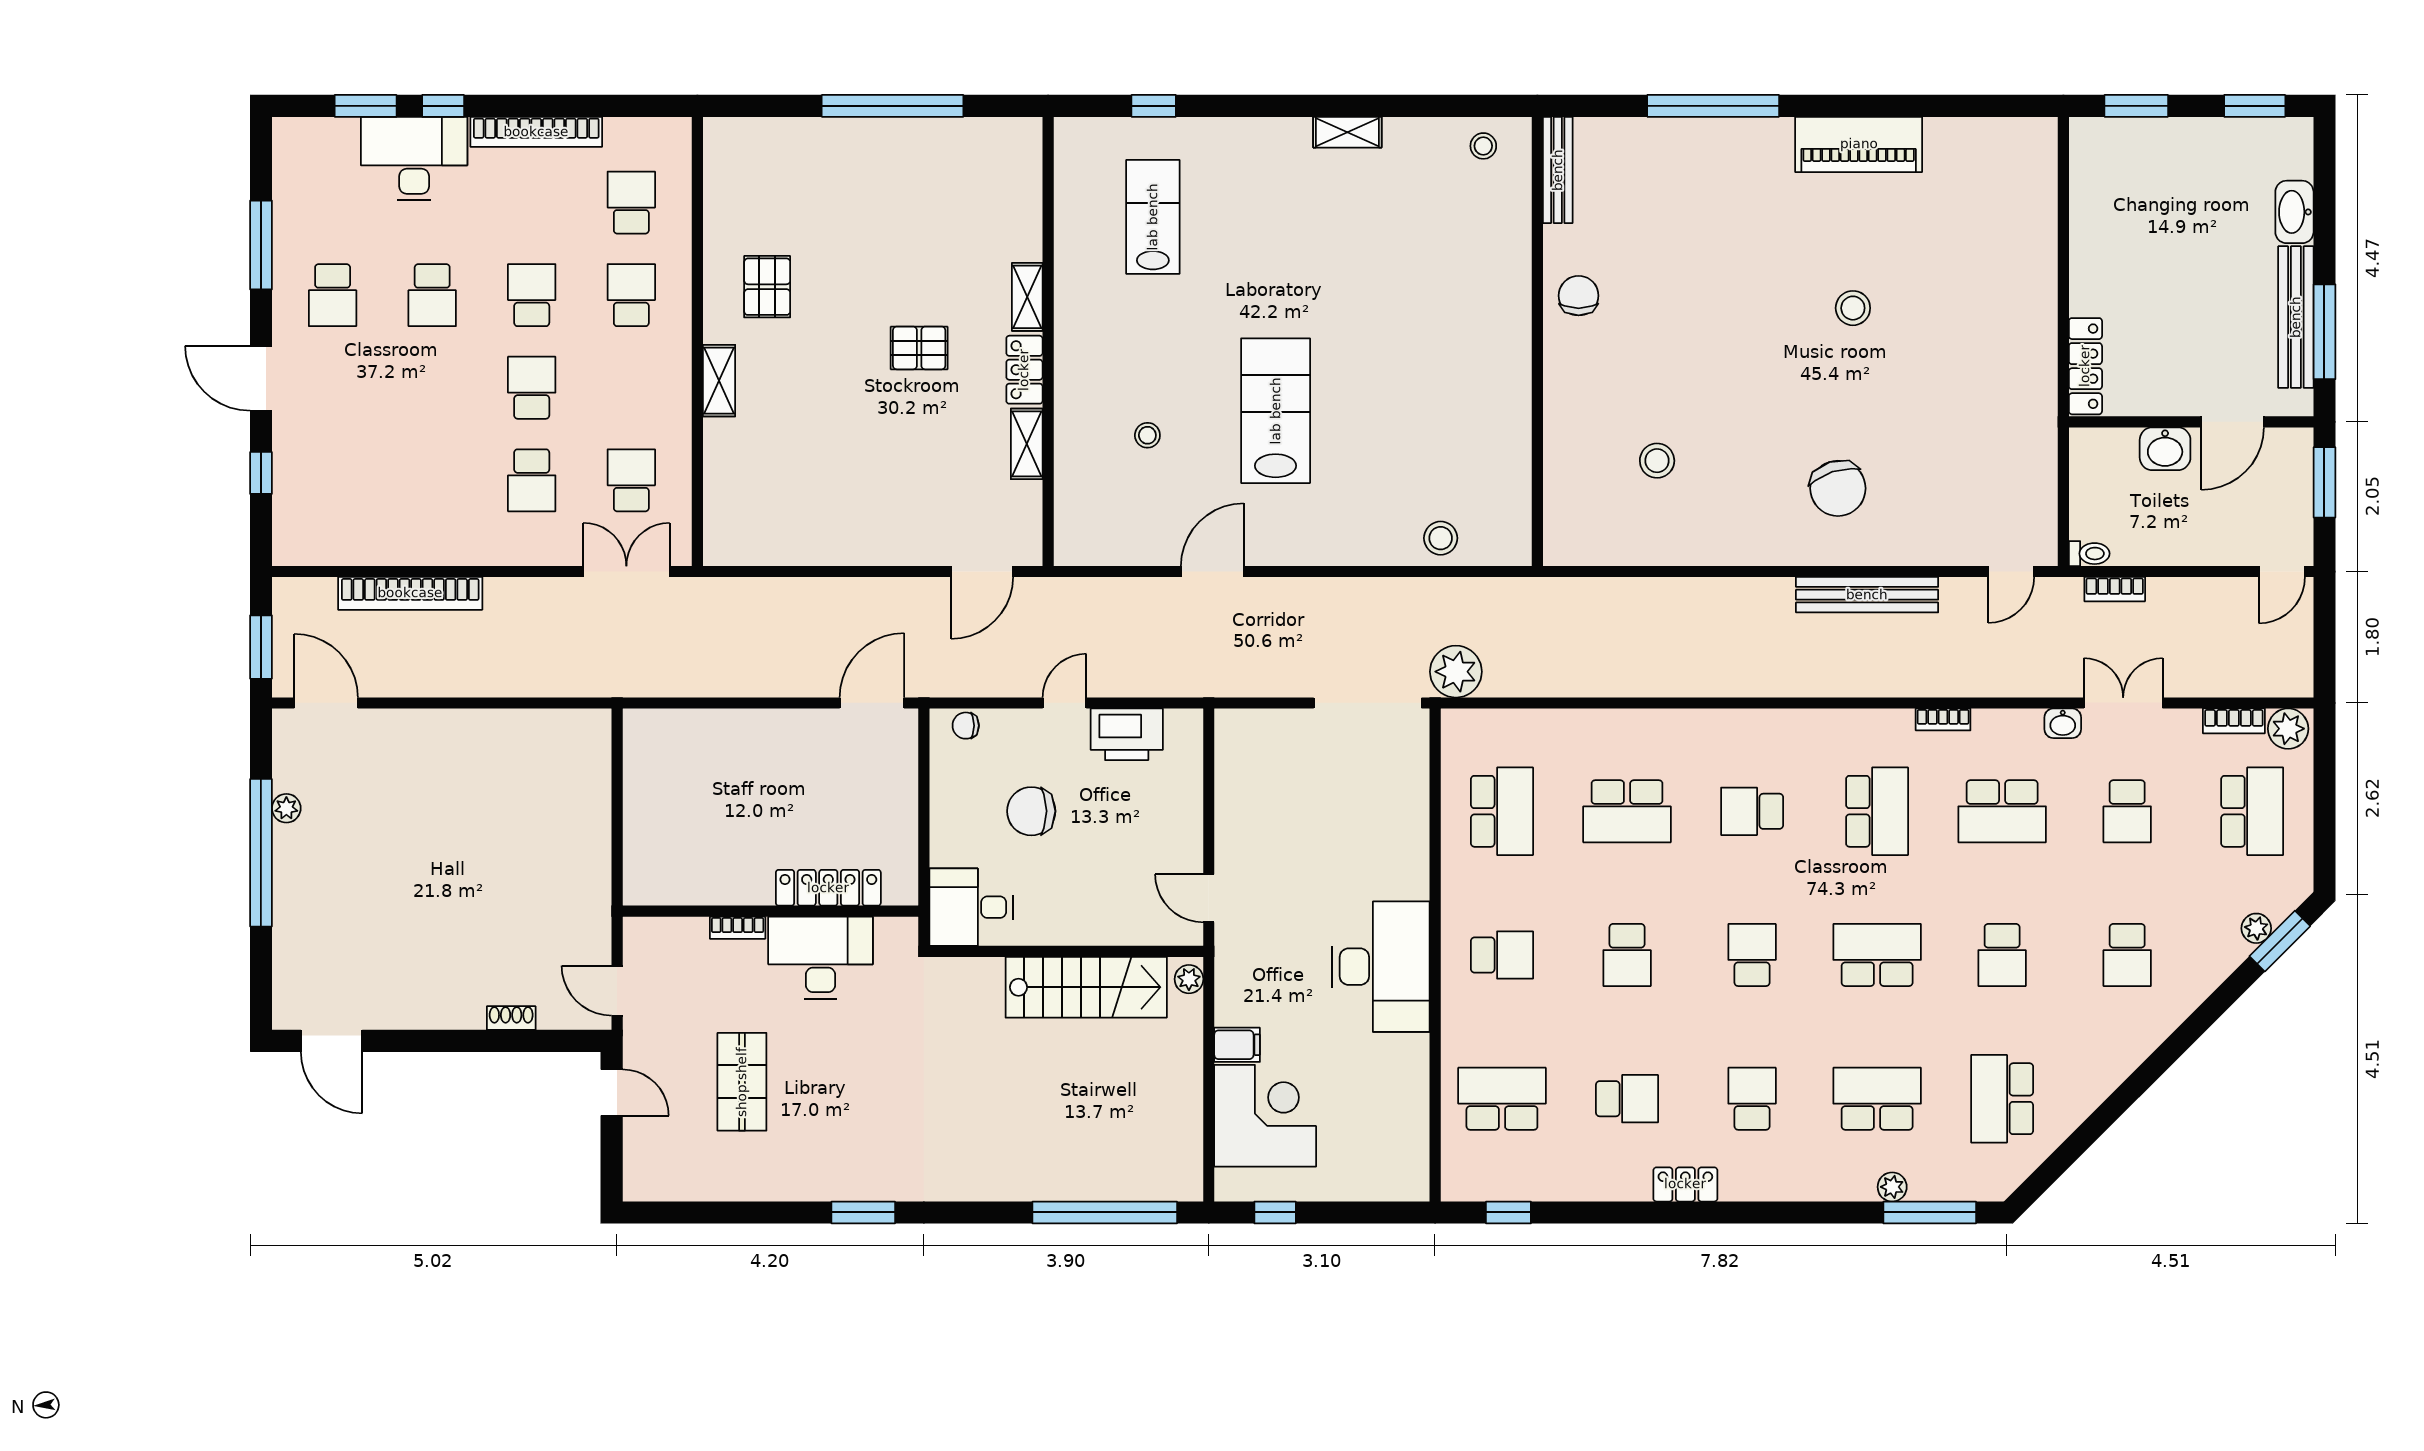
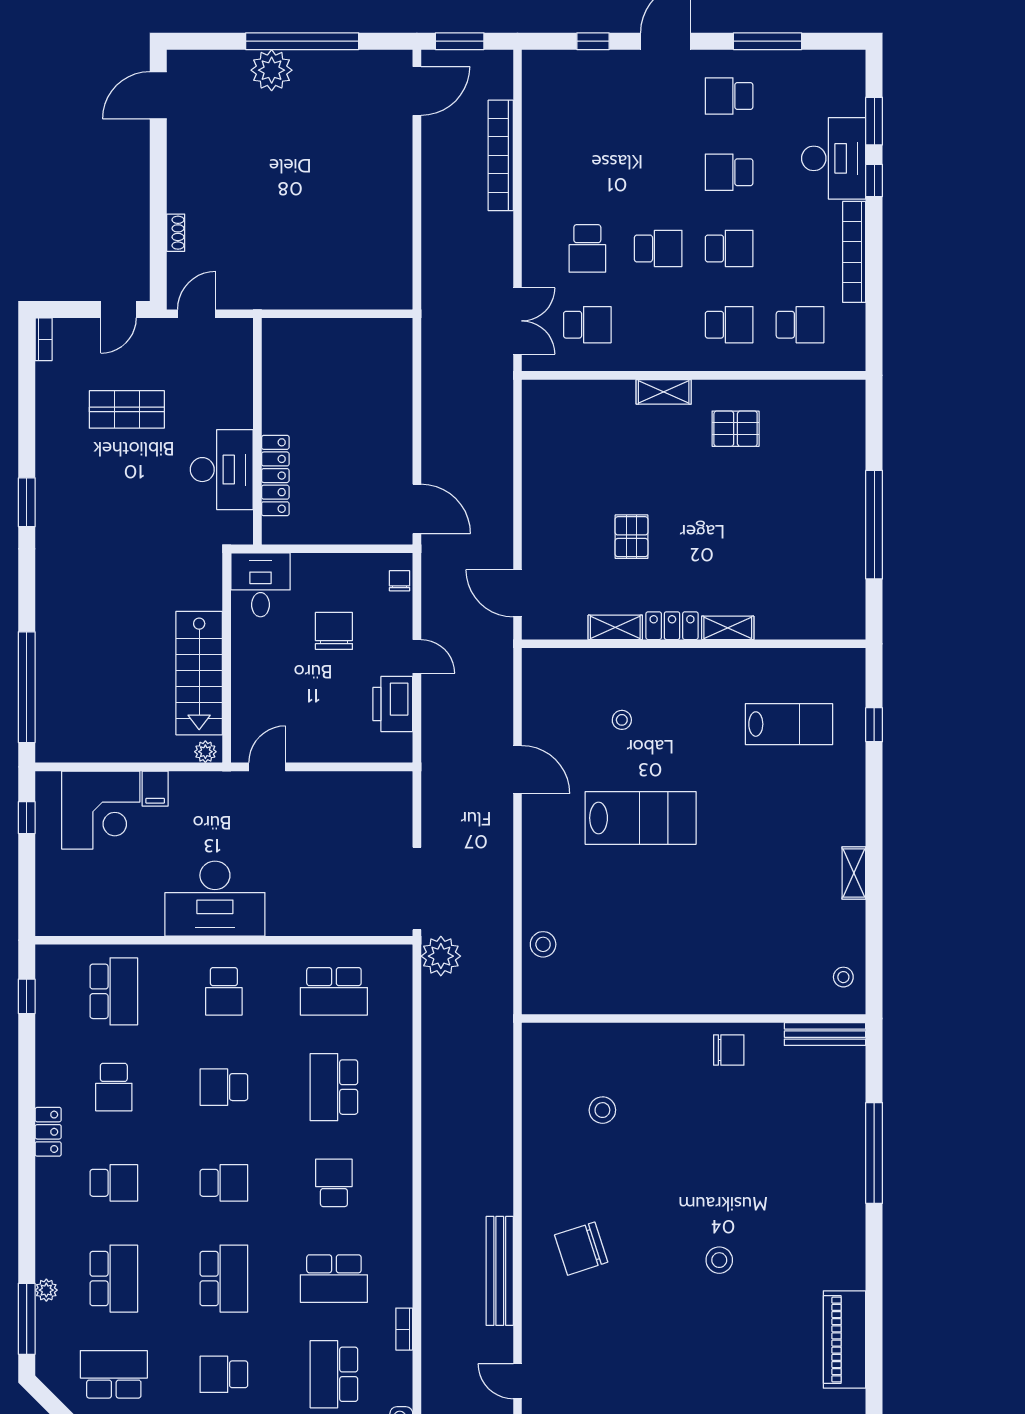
piano: (1859, 144) -> (844, 1340), moved
pallet: (919, 348) -> (632, 537), moved
school desk: (532, 480) -> (587, 248), turned -90
plant: (286, 808) -> (272, 70), moved, width x1.88, depth x1.88
bookcase: (738, 928) -> (44, 339), moved, turned 180

